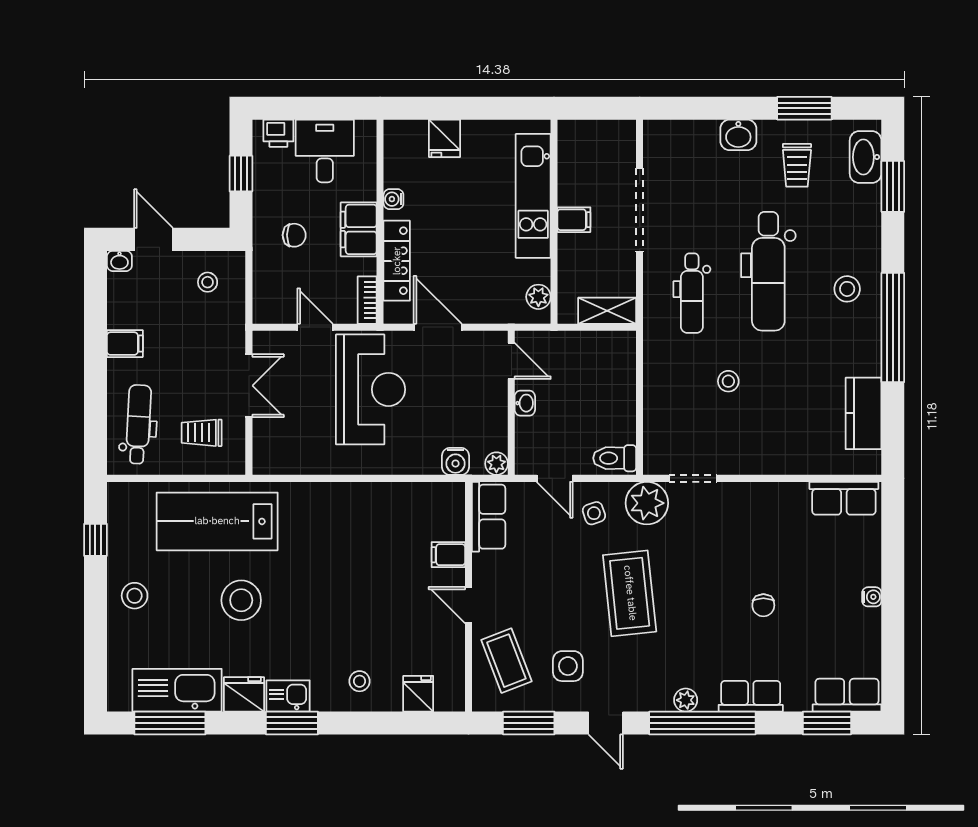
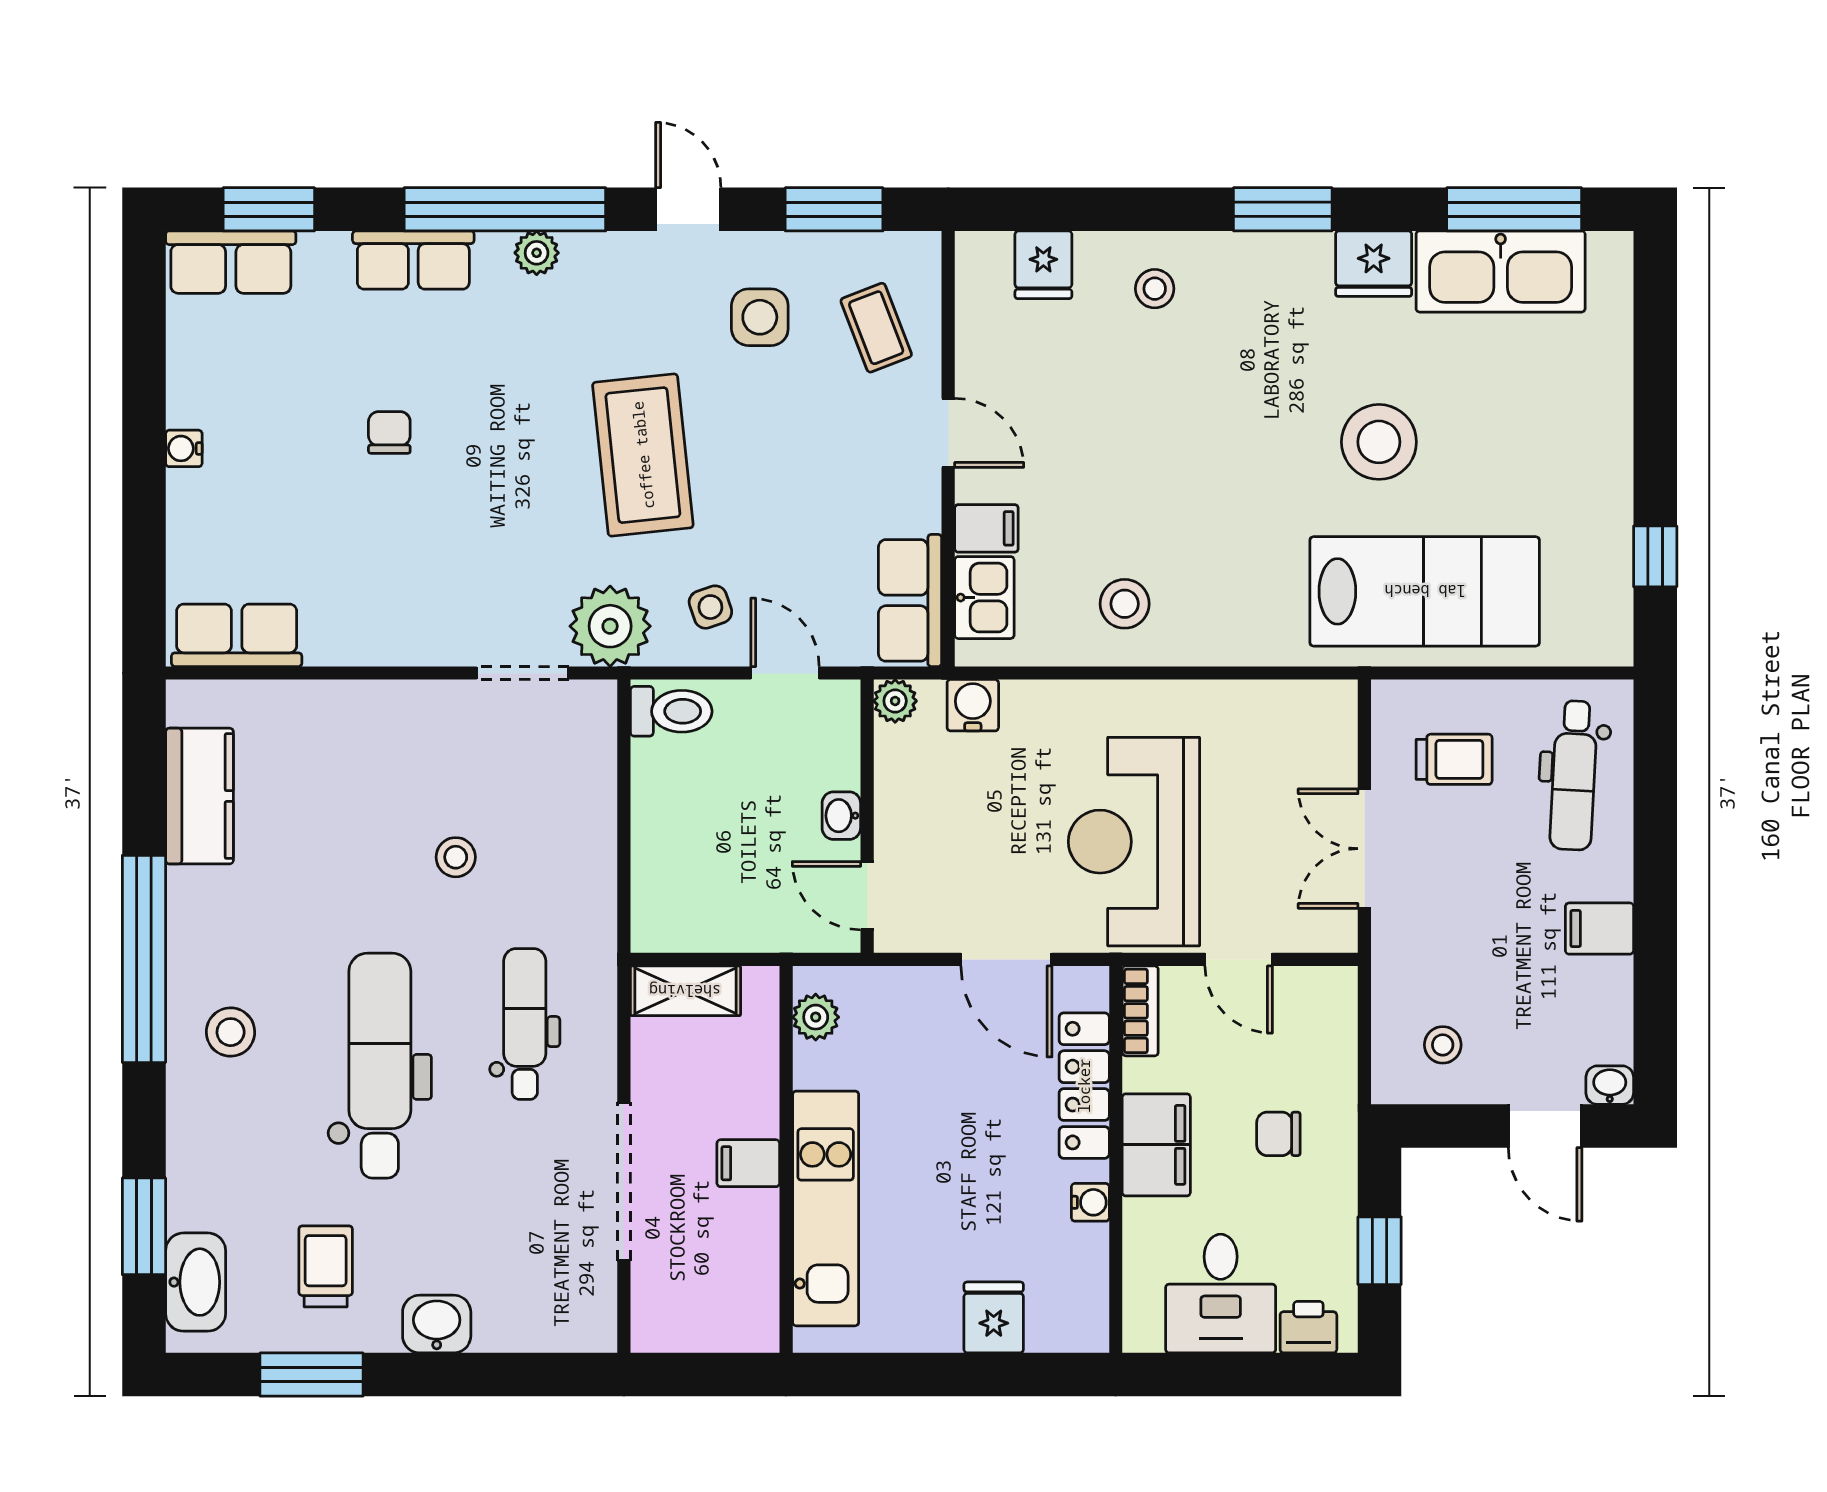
stool: (135, 596) -> (1125, 604), moved
coffee table: (506, 661) -> (876, 328), width x0.73, depth x0.77
kitchen sink: (288, 696) -> (984, 598), moved, turned -90

